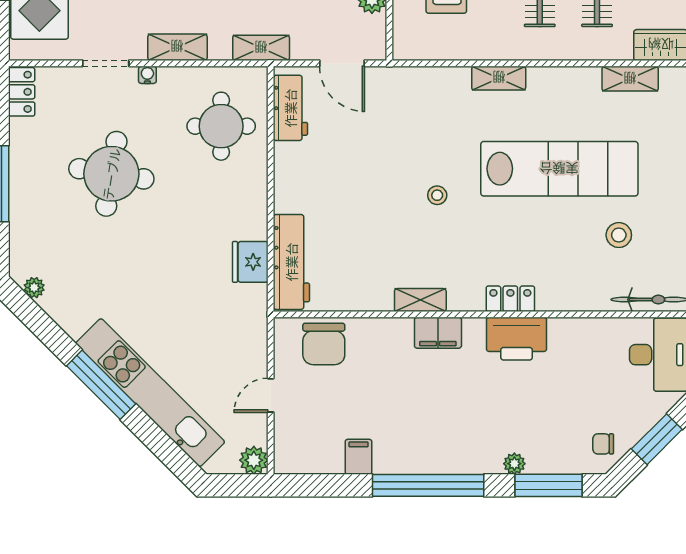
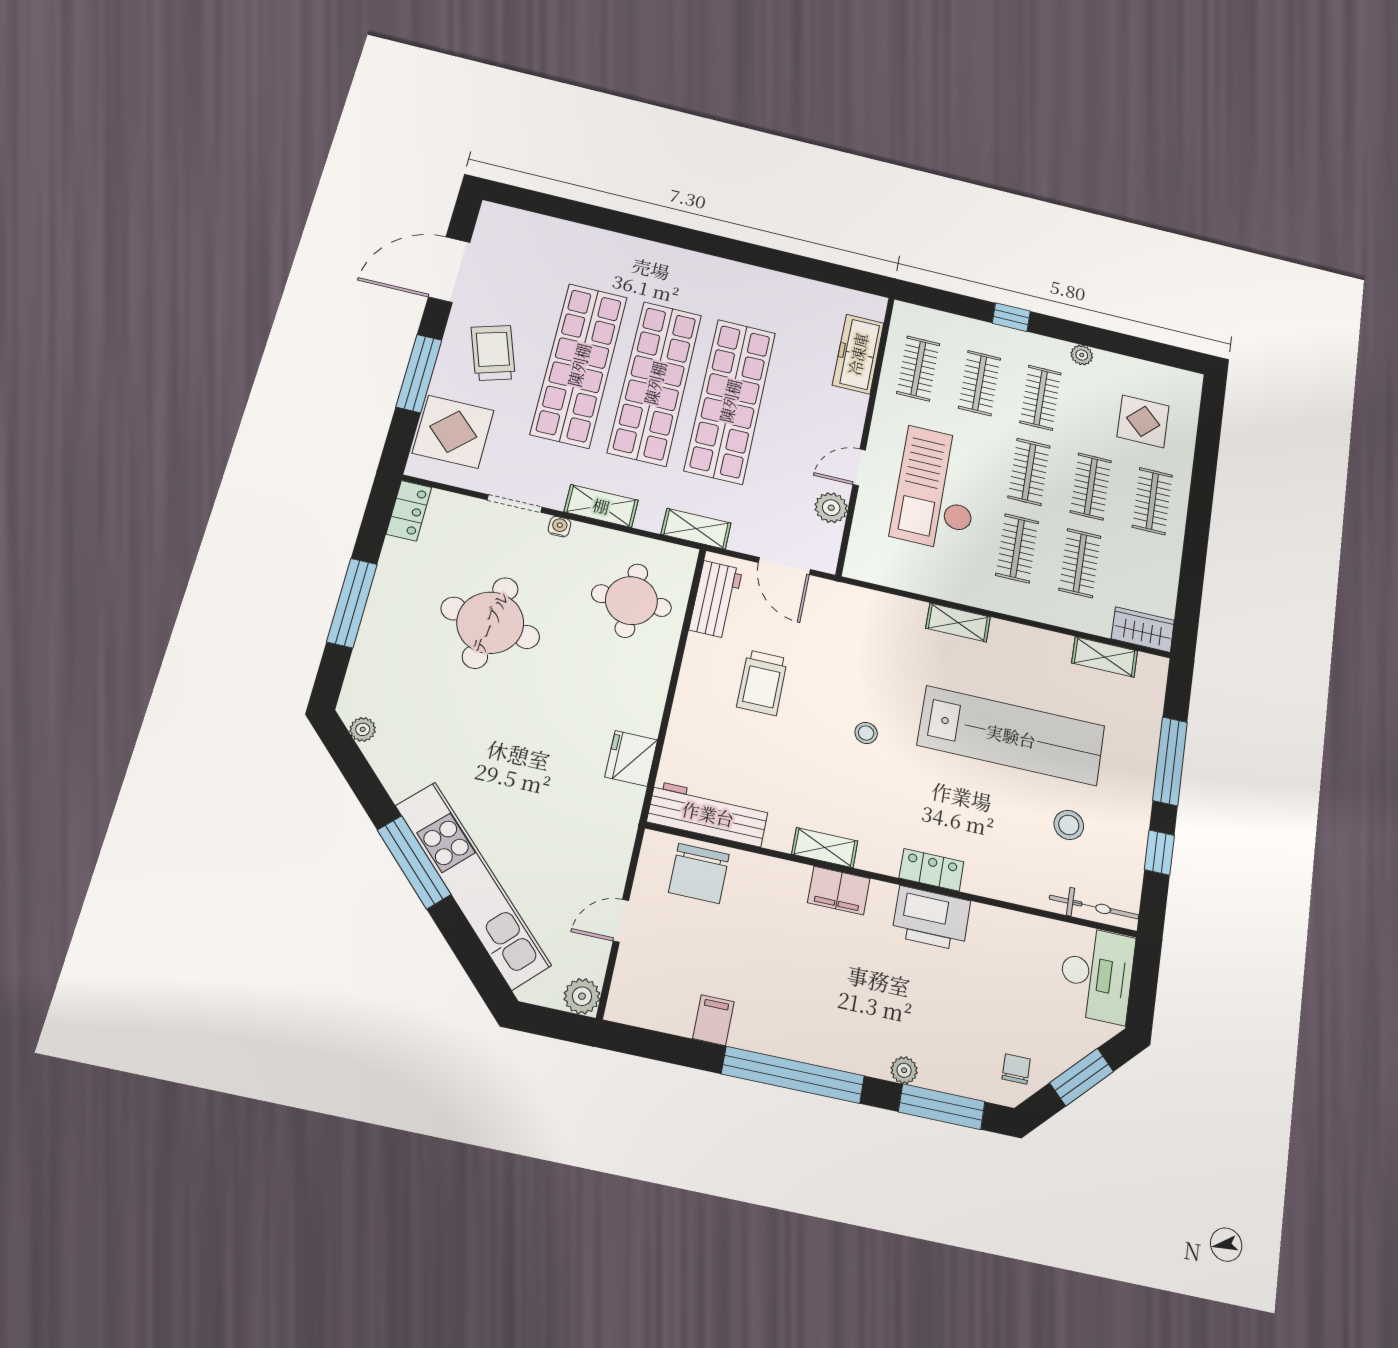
trolley: (343, 172) -> (762, 683), added
workbench: (291, 262) -> (708, 814), moved, turned -90
chair: (603, 444) -> (1016, 1069), turned 90

